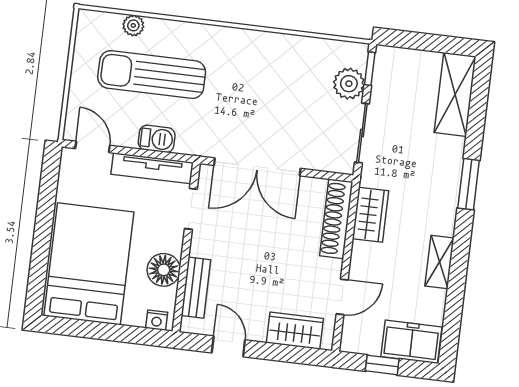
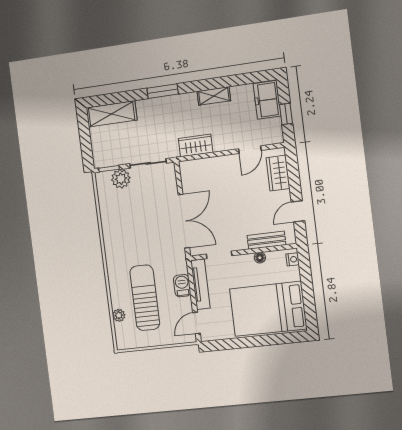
sun lounger: (152, 75) -> (145, 298), turned 180
shoe rack: (336, 219) -> (203, 165), removed
floor lamp: (164, 270) -> (260, 258), width x0.53, depth x0.53
door: (342, 297) -> (250, 150), swing flipped

